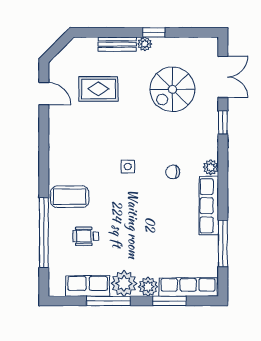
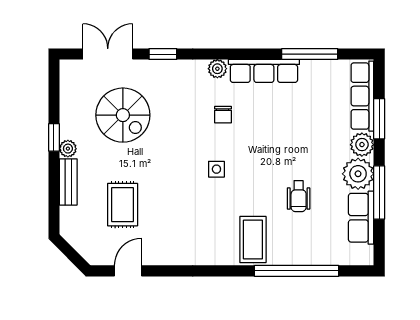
wheelchair: (86, 236) -> (299, 196), moved

